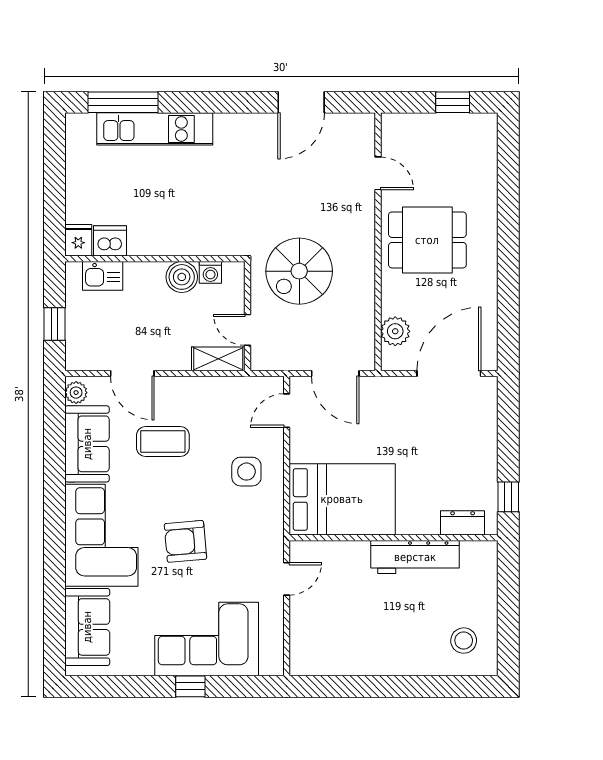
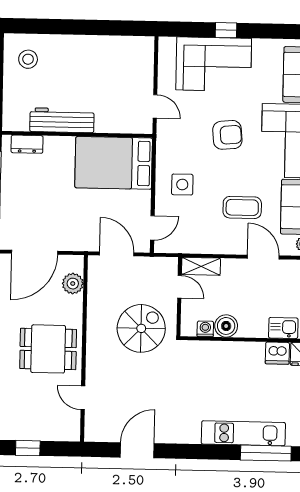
door: (287, 579) -> (155, 106), swing flipped

